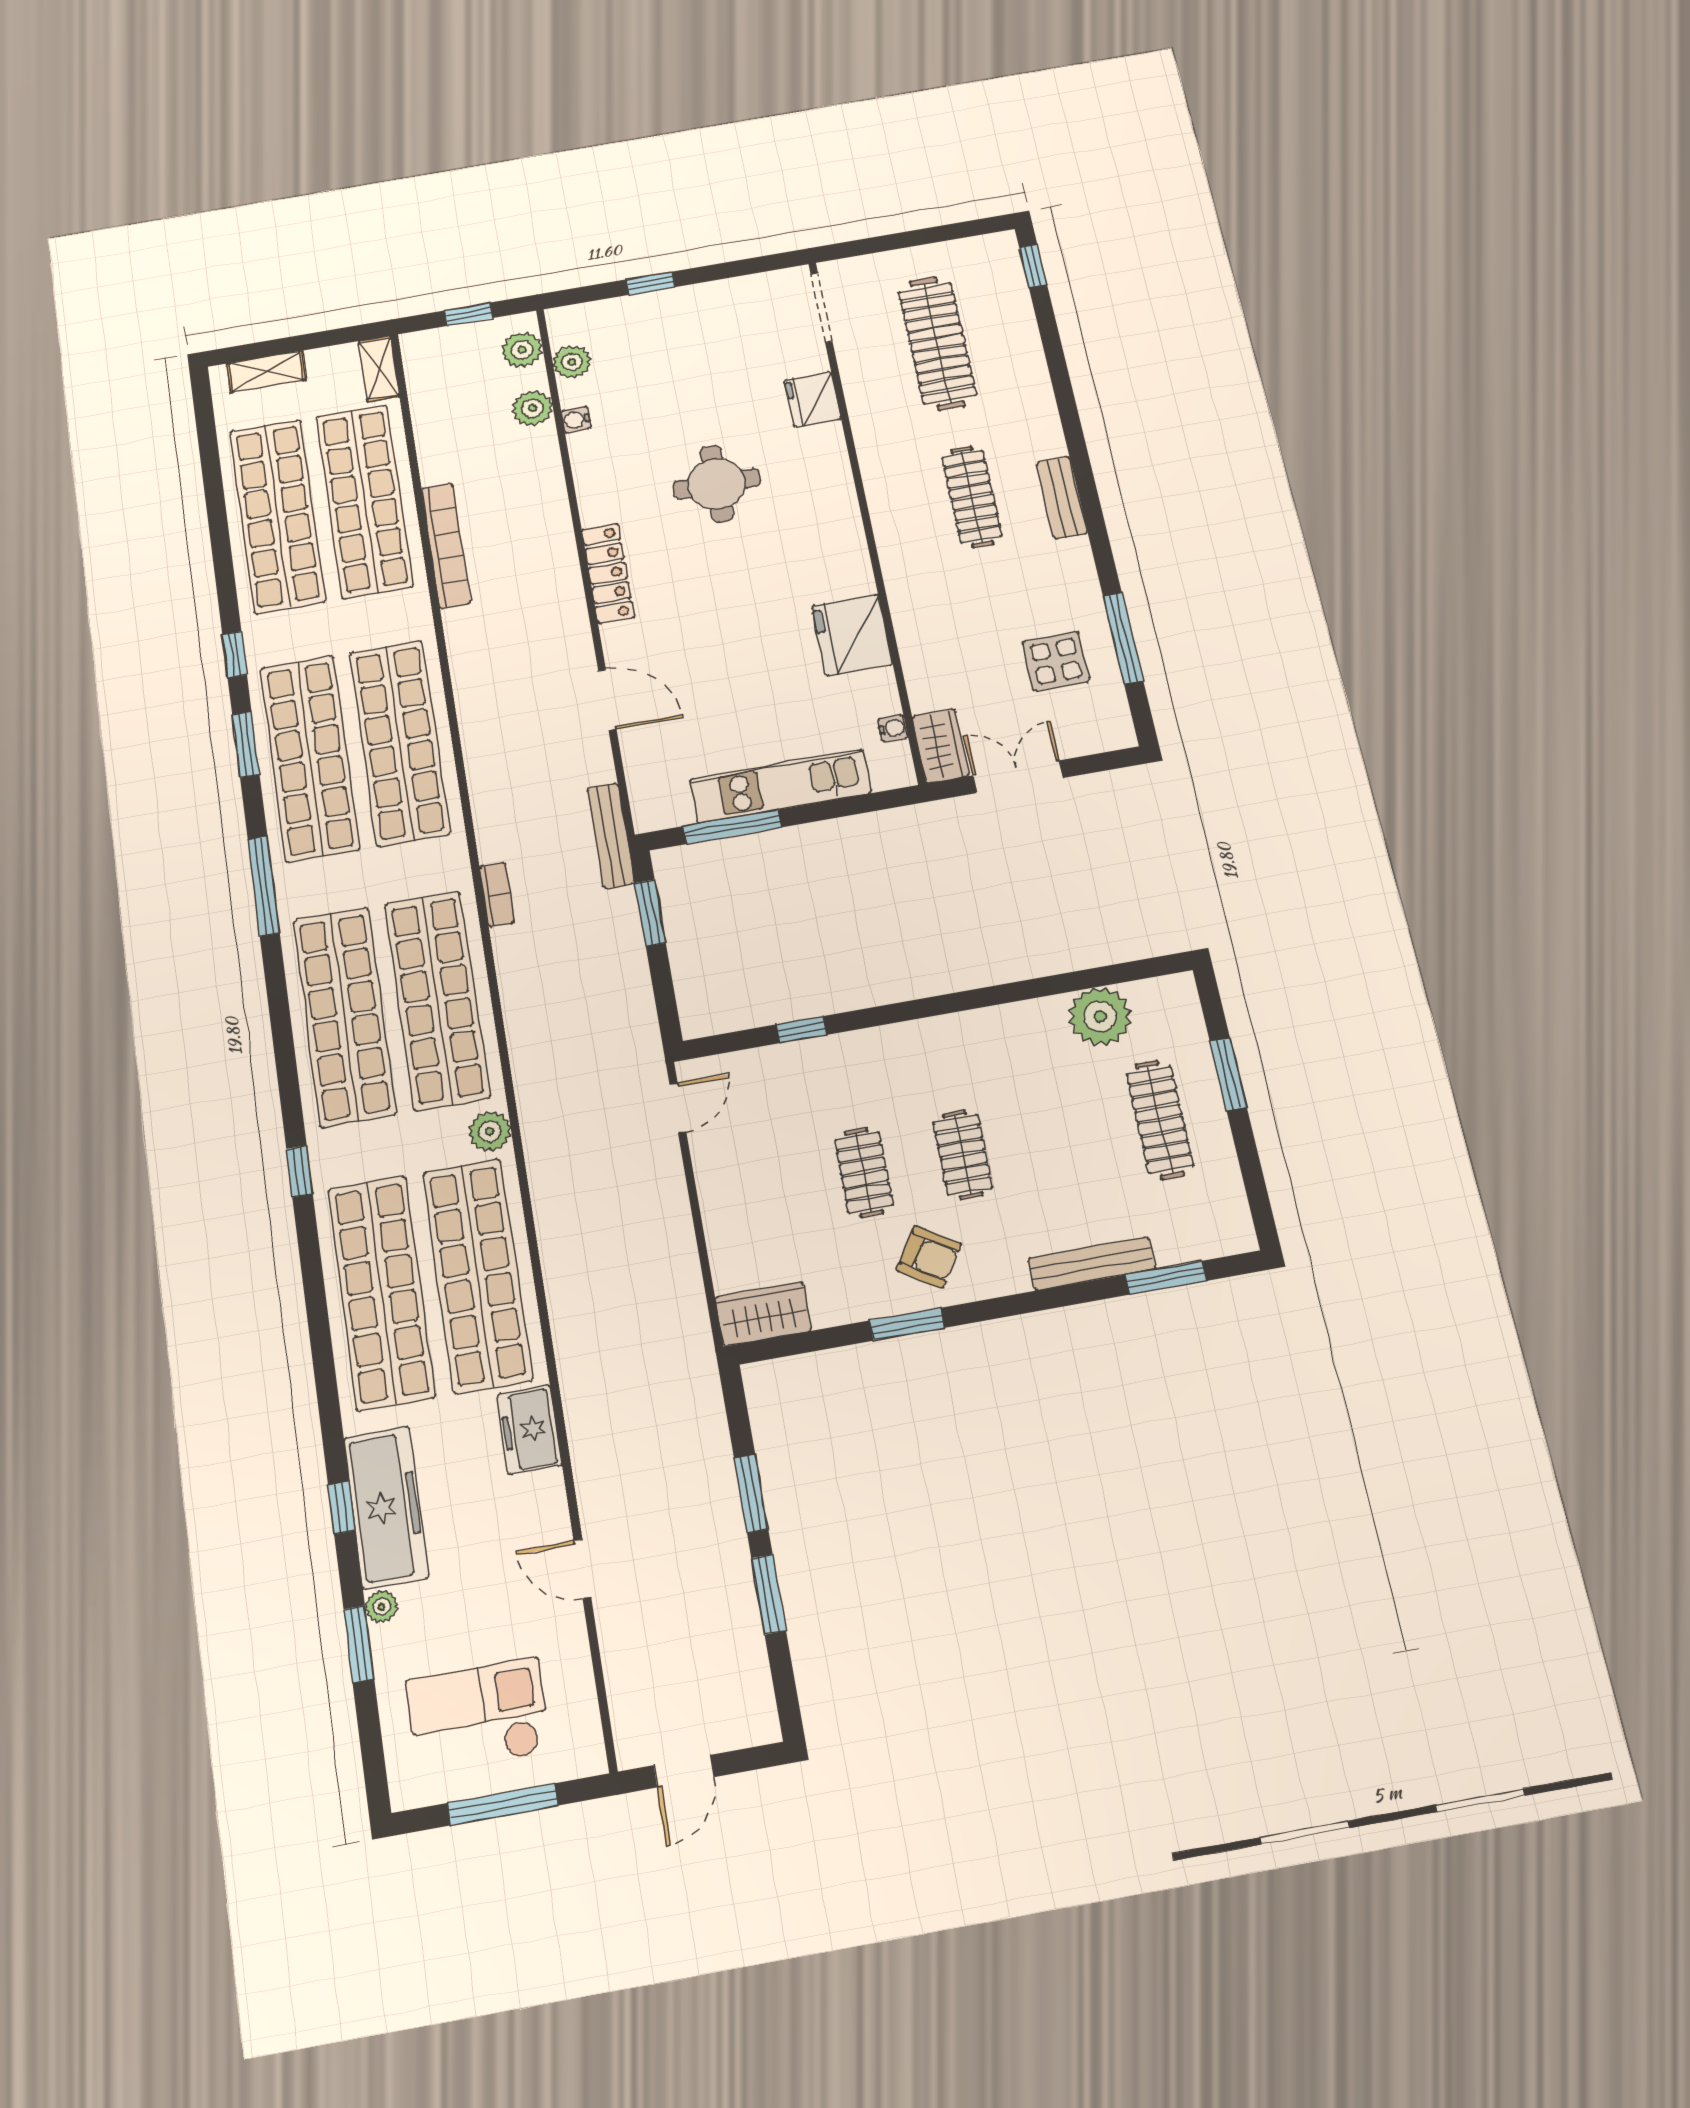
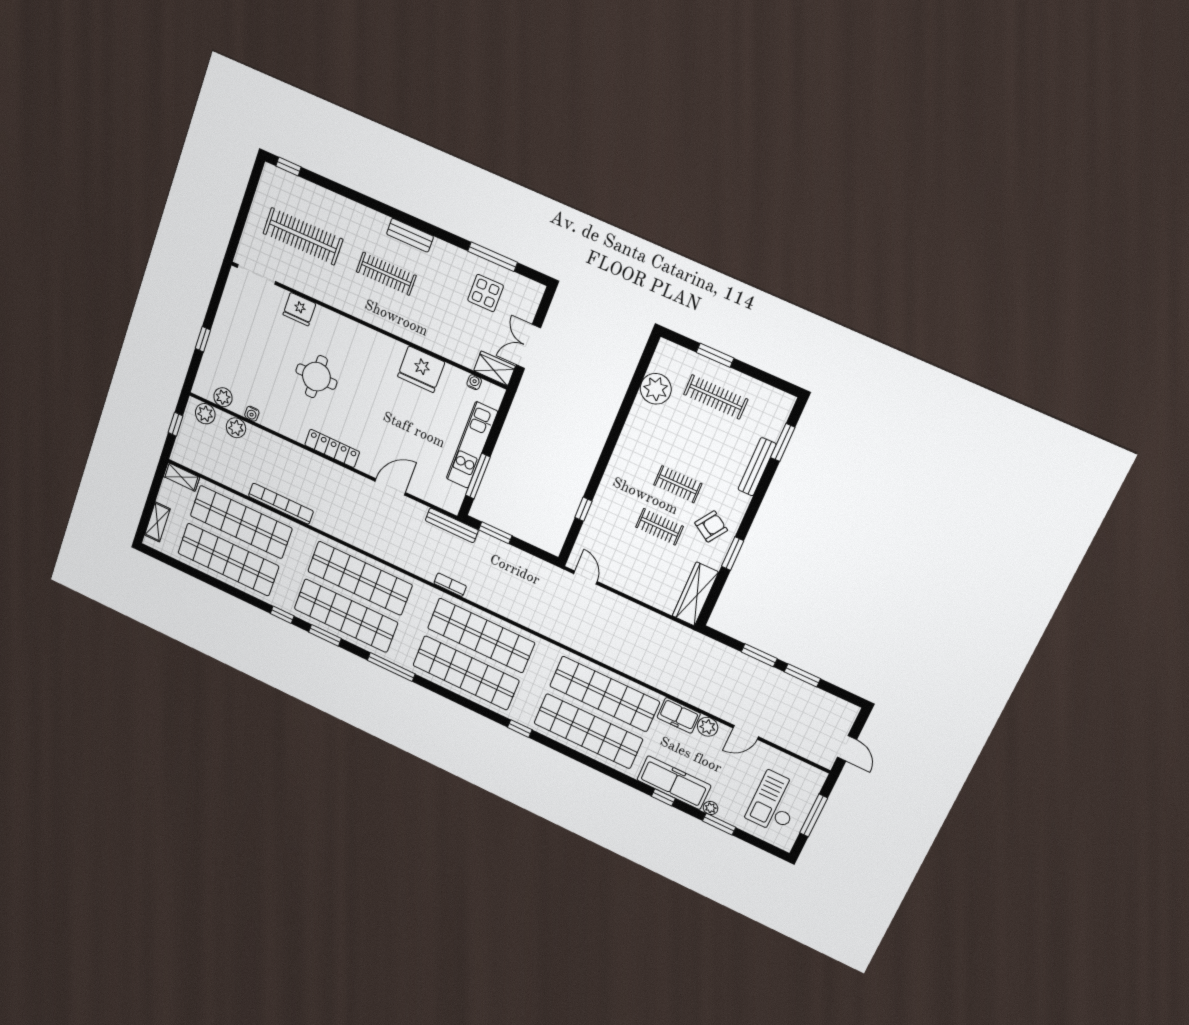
plant: (490, 1131) -> (708, 727), moved
wardrobe: (763, 1314) -> (695, 594), width x1.50

